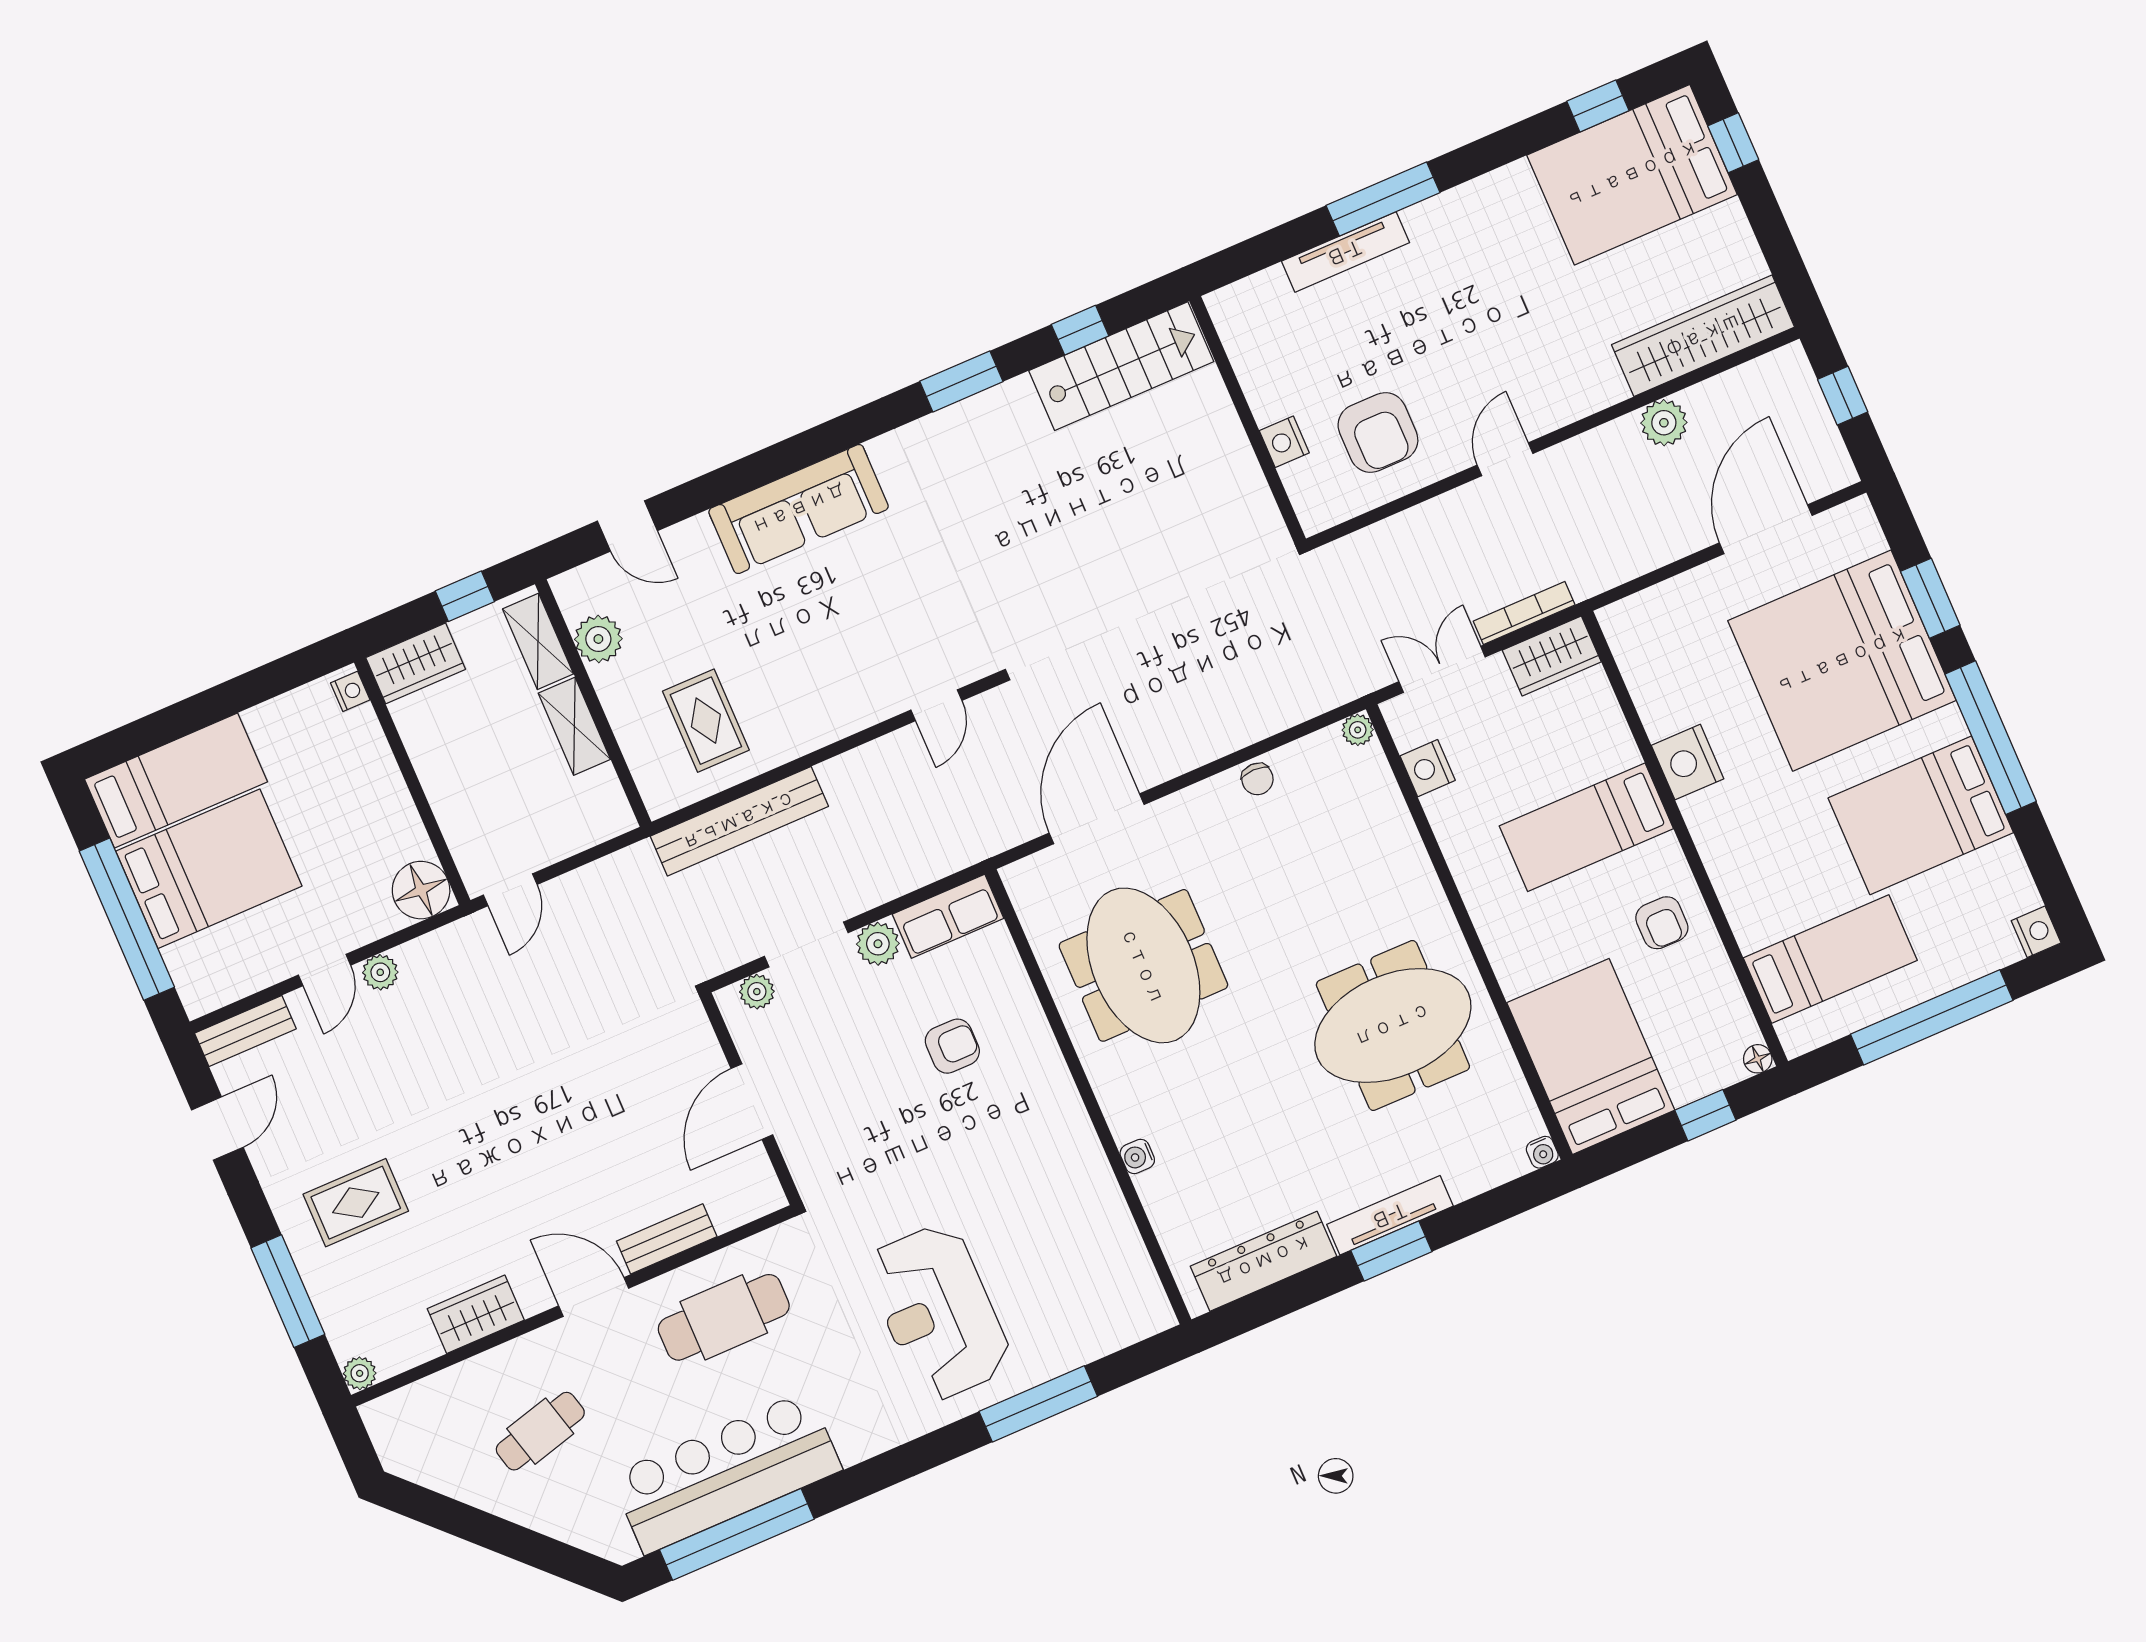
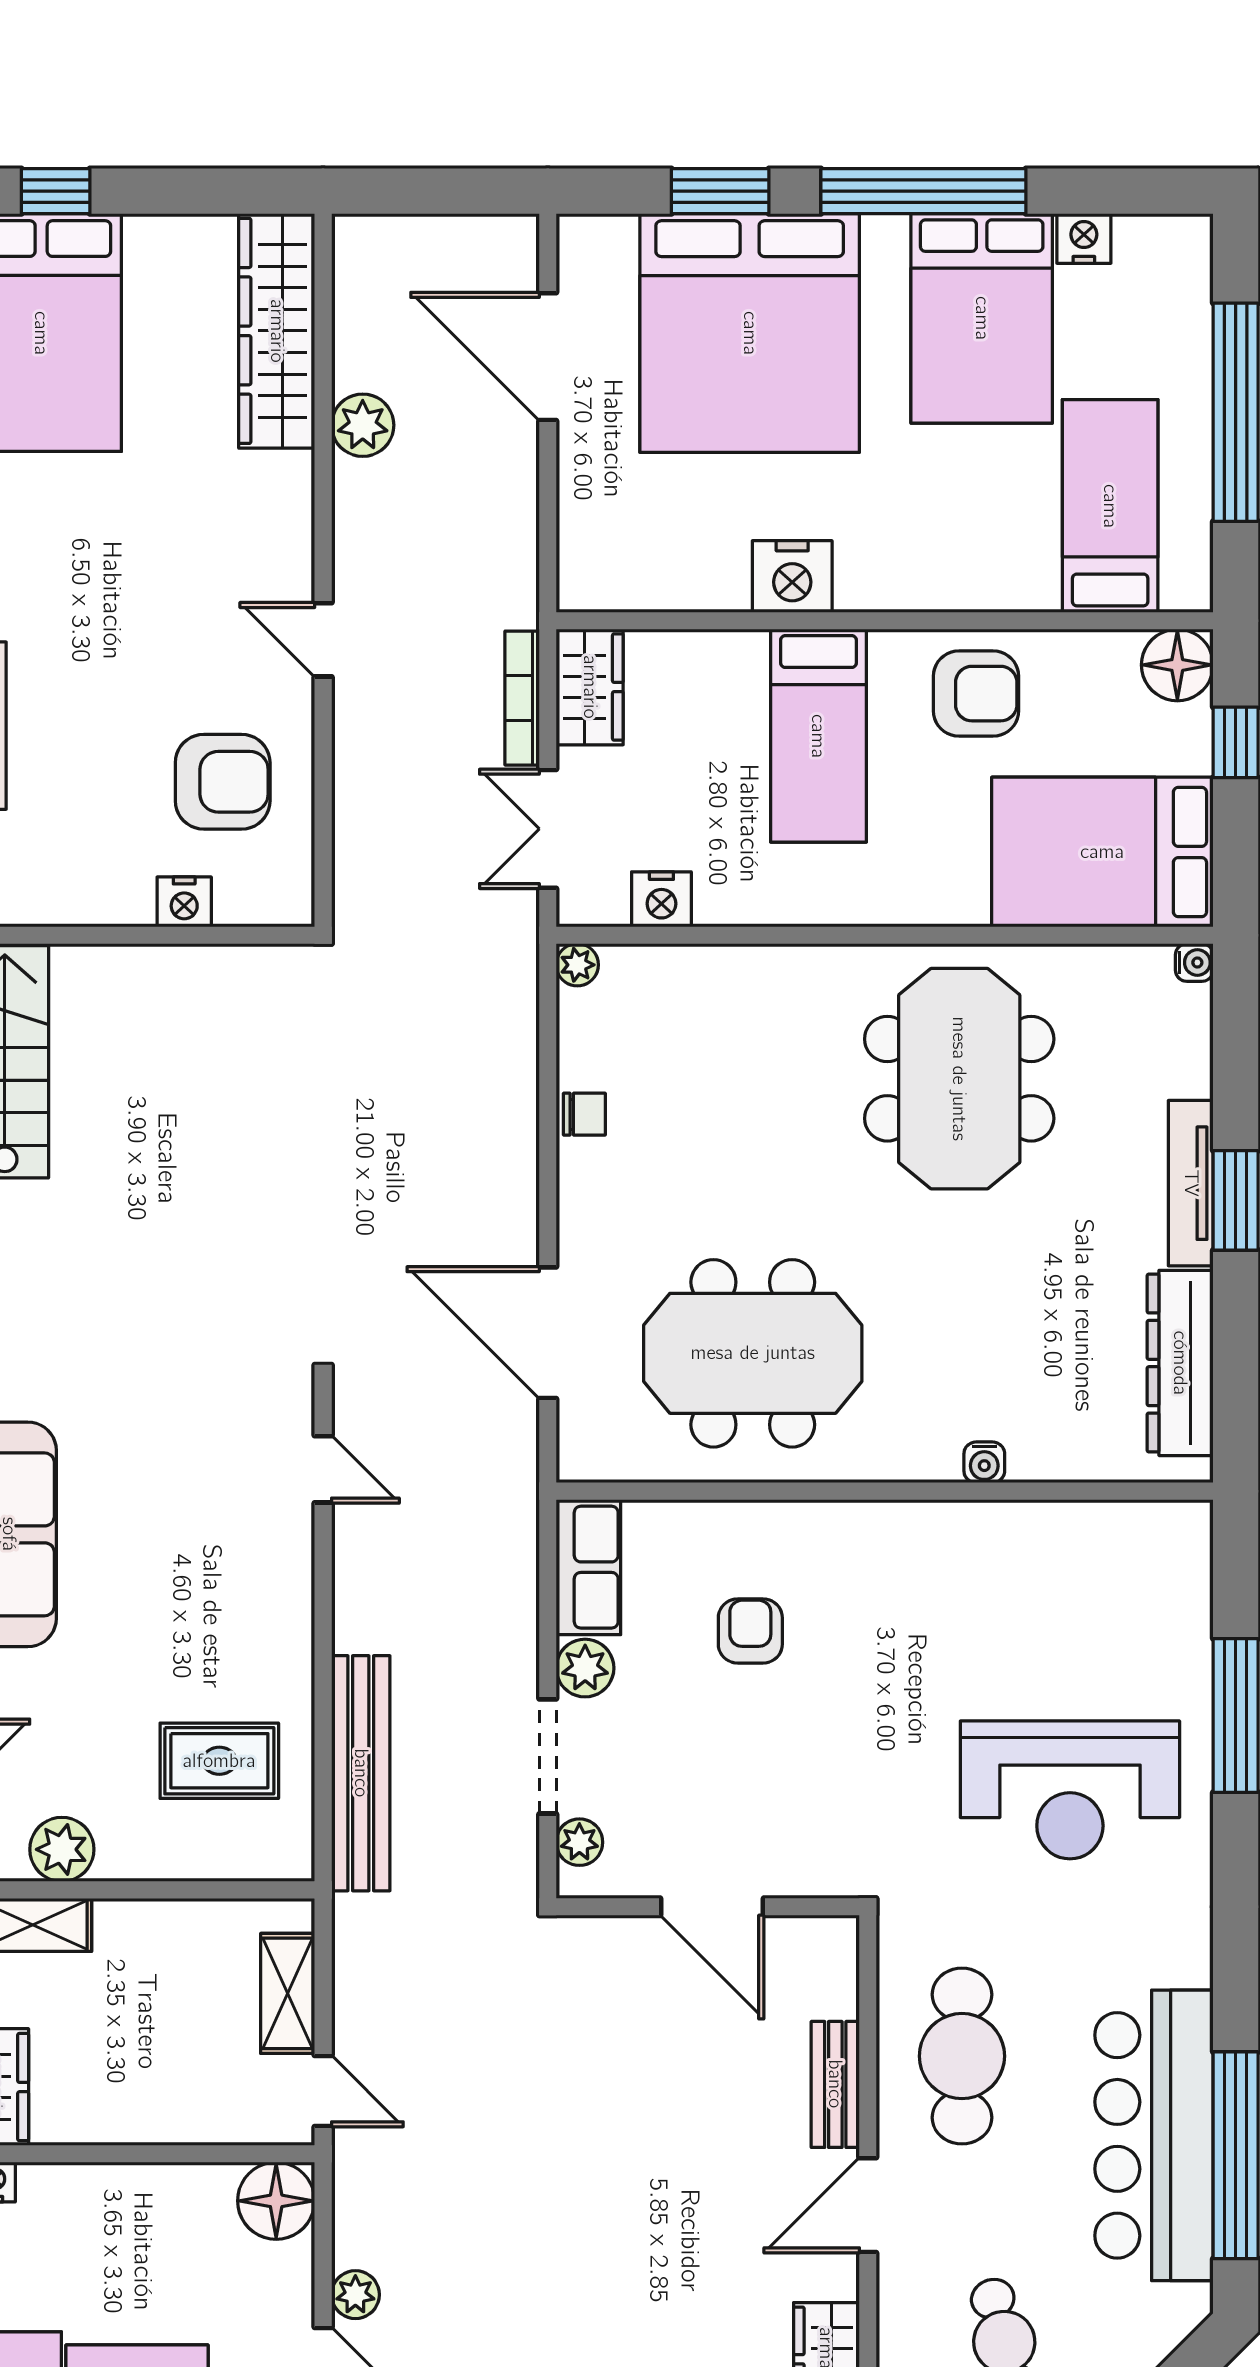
window: (1843, 396) -> (424, 191), removed
shelving: (574, 726) -> (288, 1993), moved, turned 90
armchair: (1662, 923) -> (976, 694), width x1.38, depth x1.38
nightstand: (2036, 932) -> (1084, 238), moved
floor lamp: (1758, 1059) -> (1177, 665), width x1.89, depth x1.89

